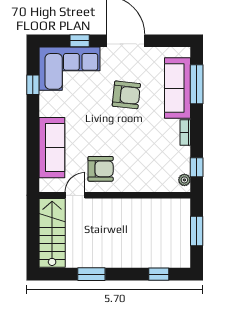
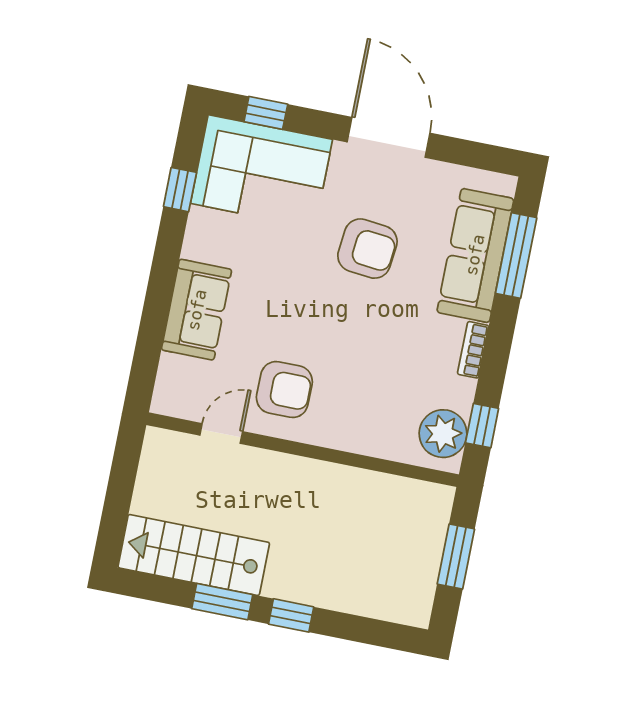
window: (80, 41) -> (266, 113), moved
sofa: (52, 148) -> (197, 310), width x0.73
plant: (184, 180) -> (443, 434), width x1.88, depth x1.88
stairs: (52, 233) -> (194, 555), moved, turned -90
window: (159, 274) -> (291, 615), moved

